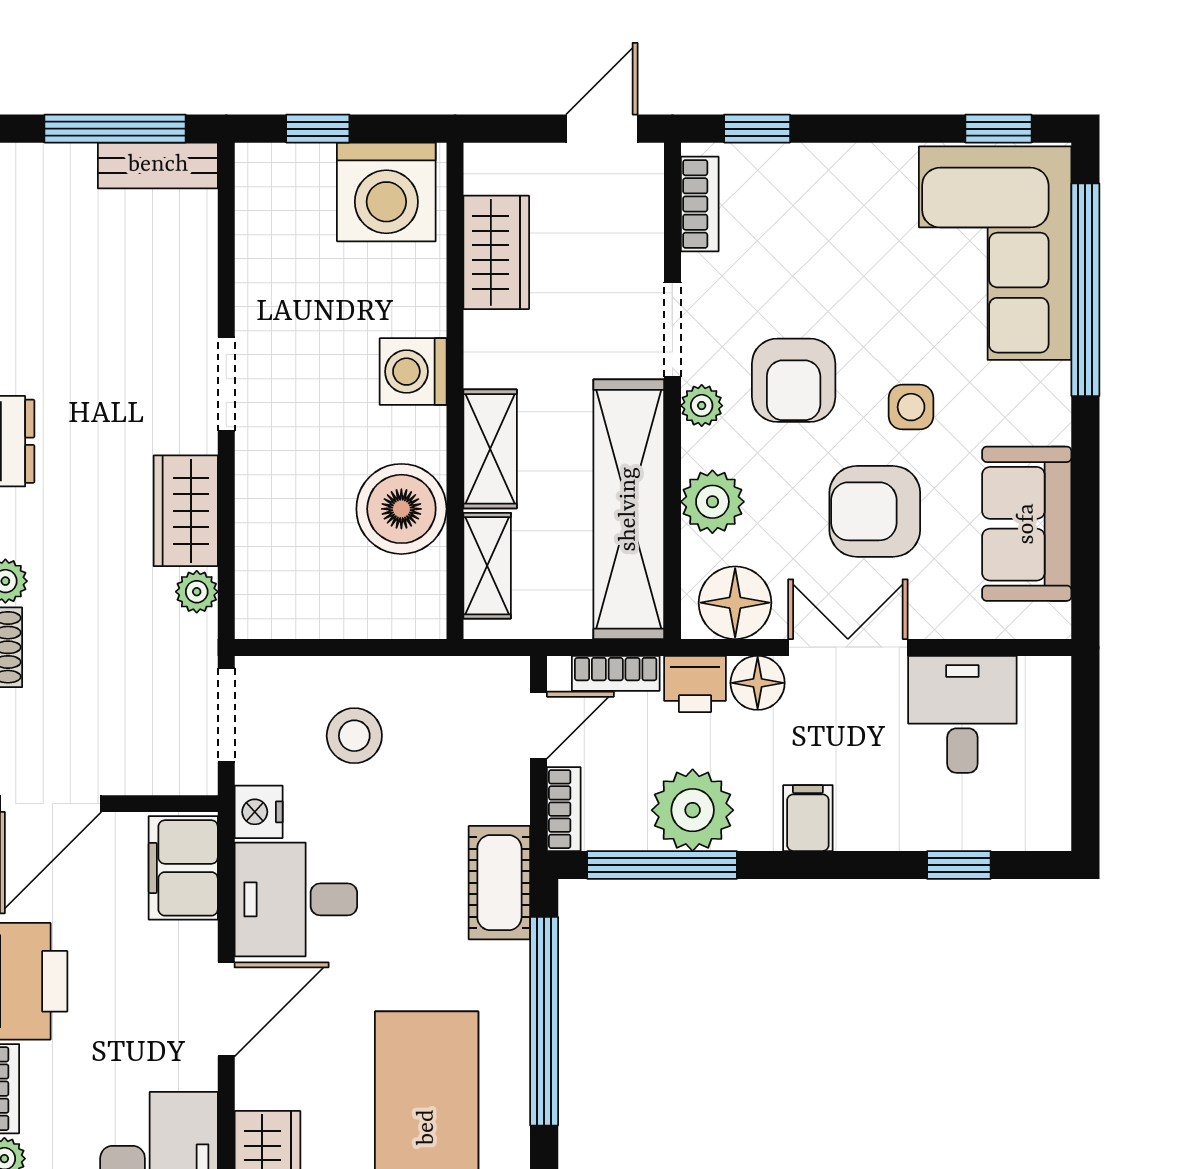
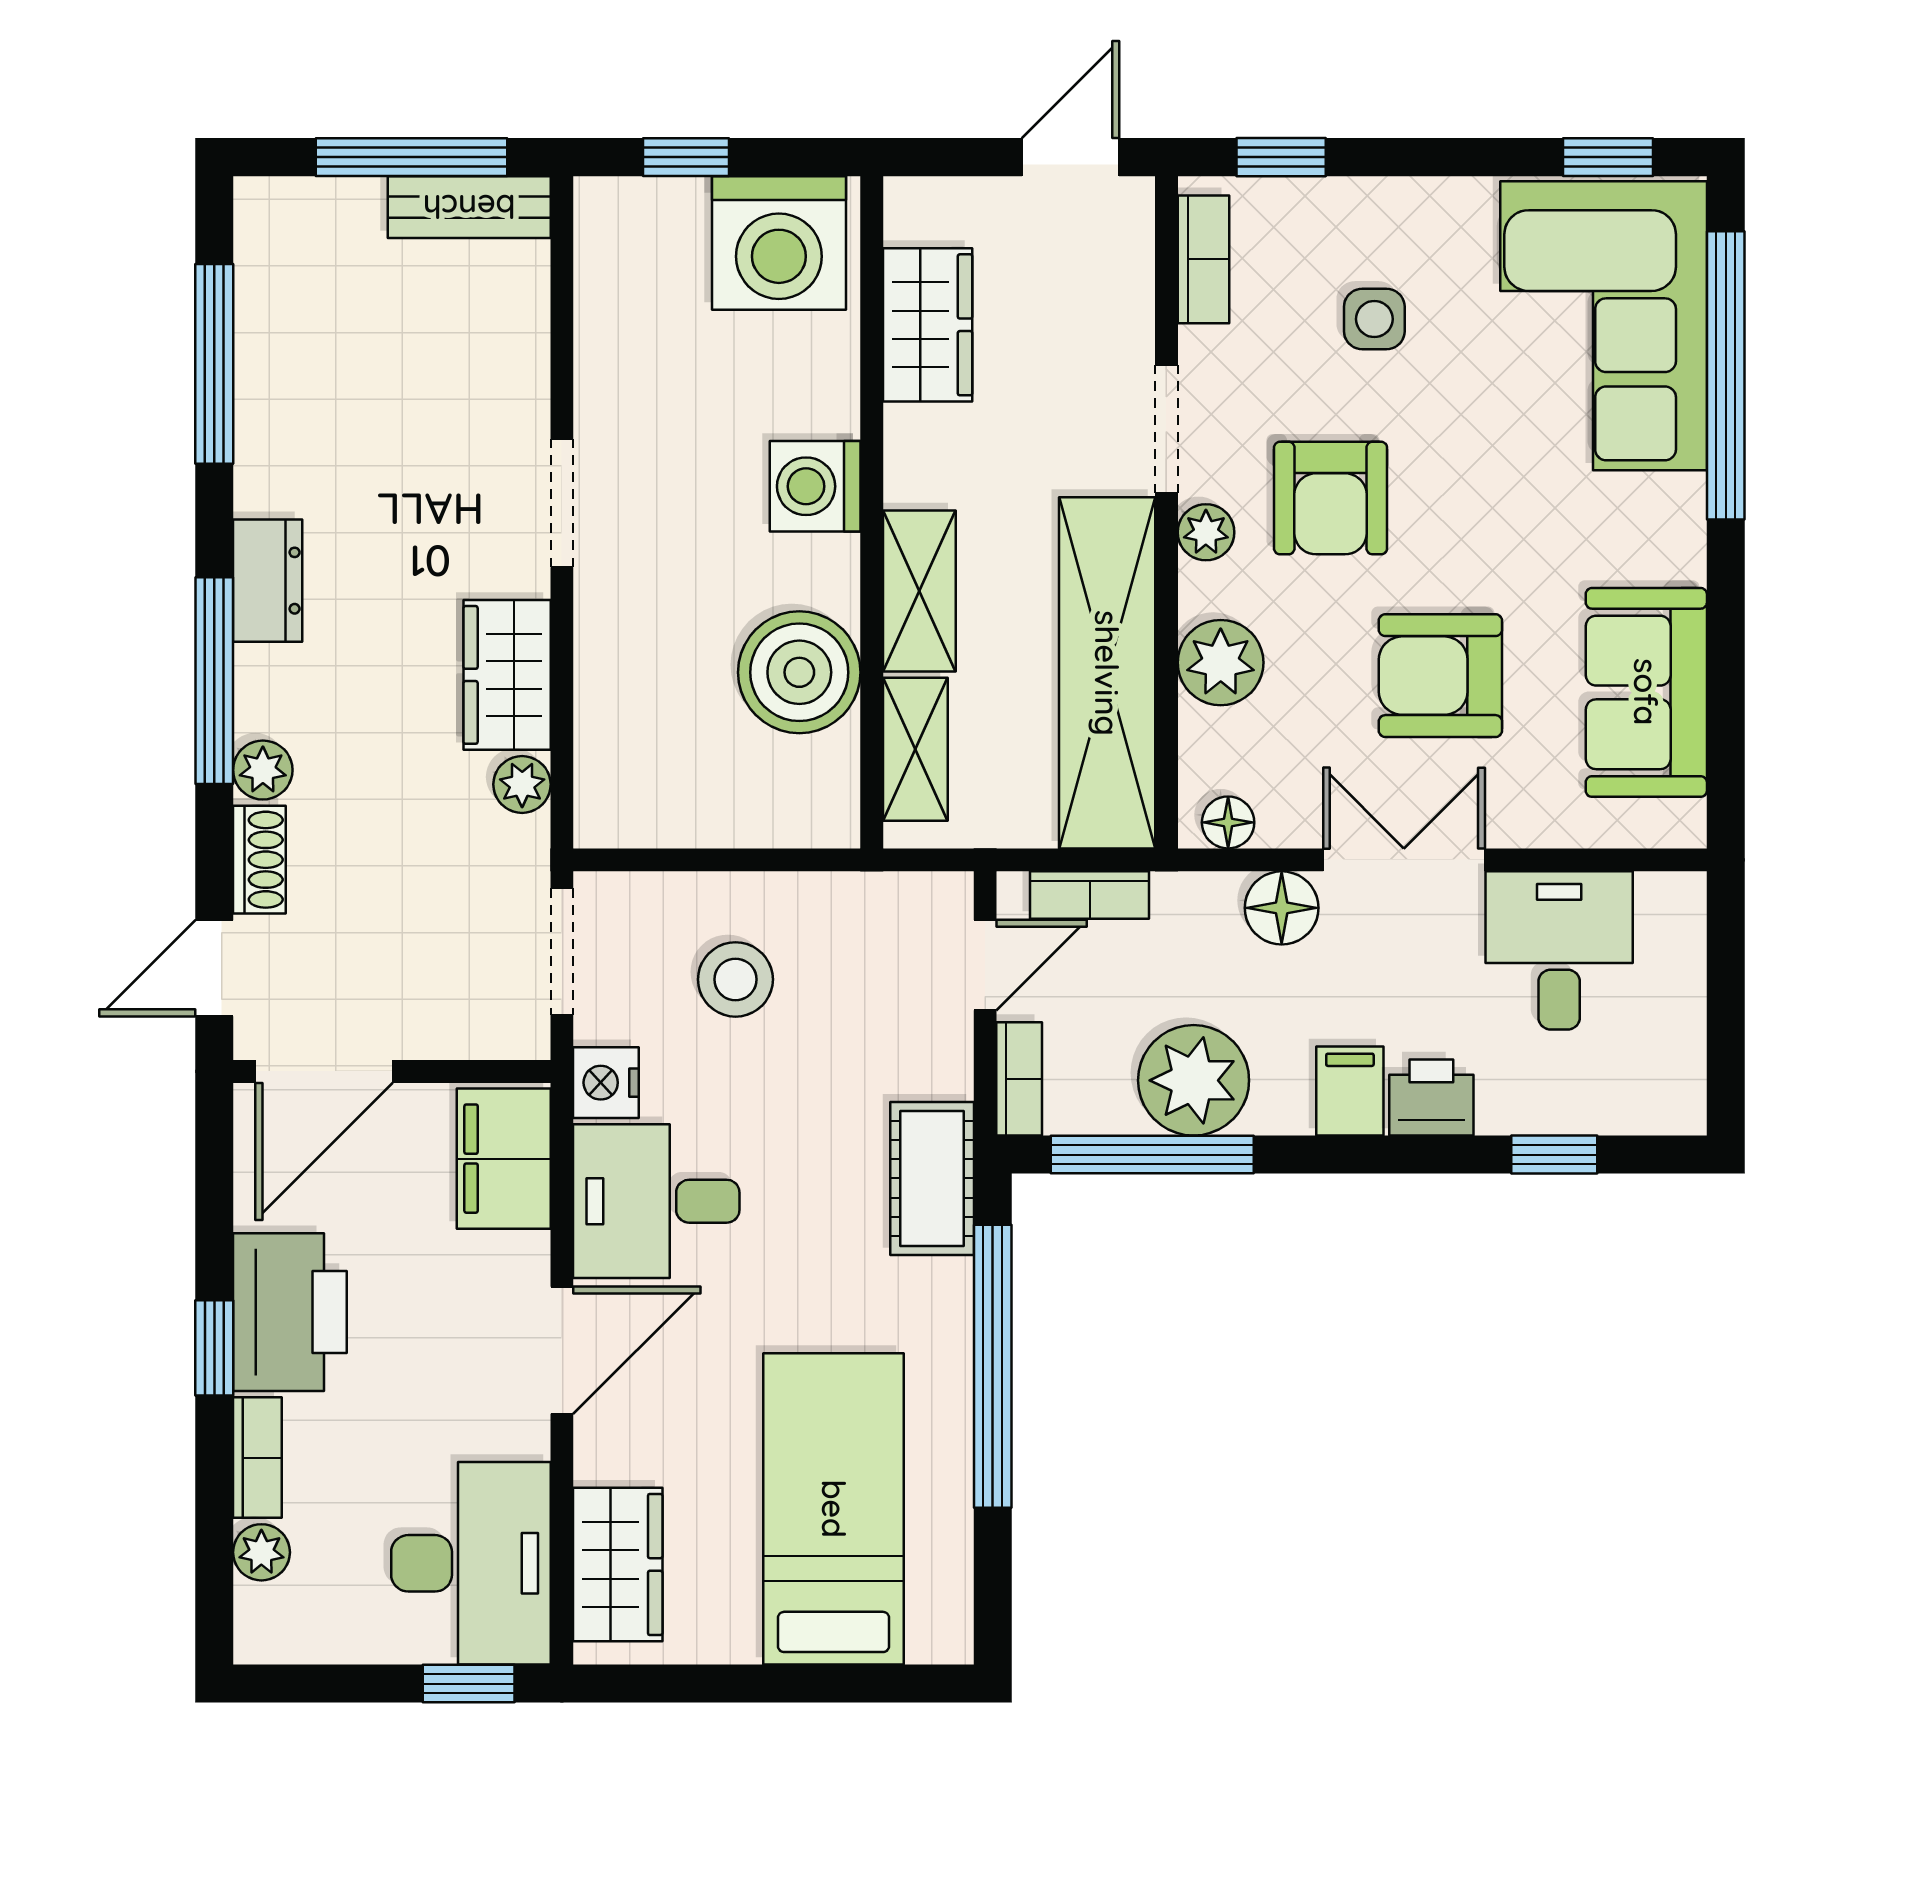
side table: (911, 407) -> (1374, 319), moved
floor lamp: (735, 603) -> (1228, 822), width x0.53, depth x0.53
printer: (695, 684) -> (1431, 1098), moved, turned 180

